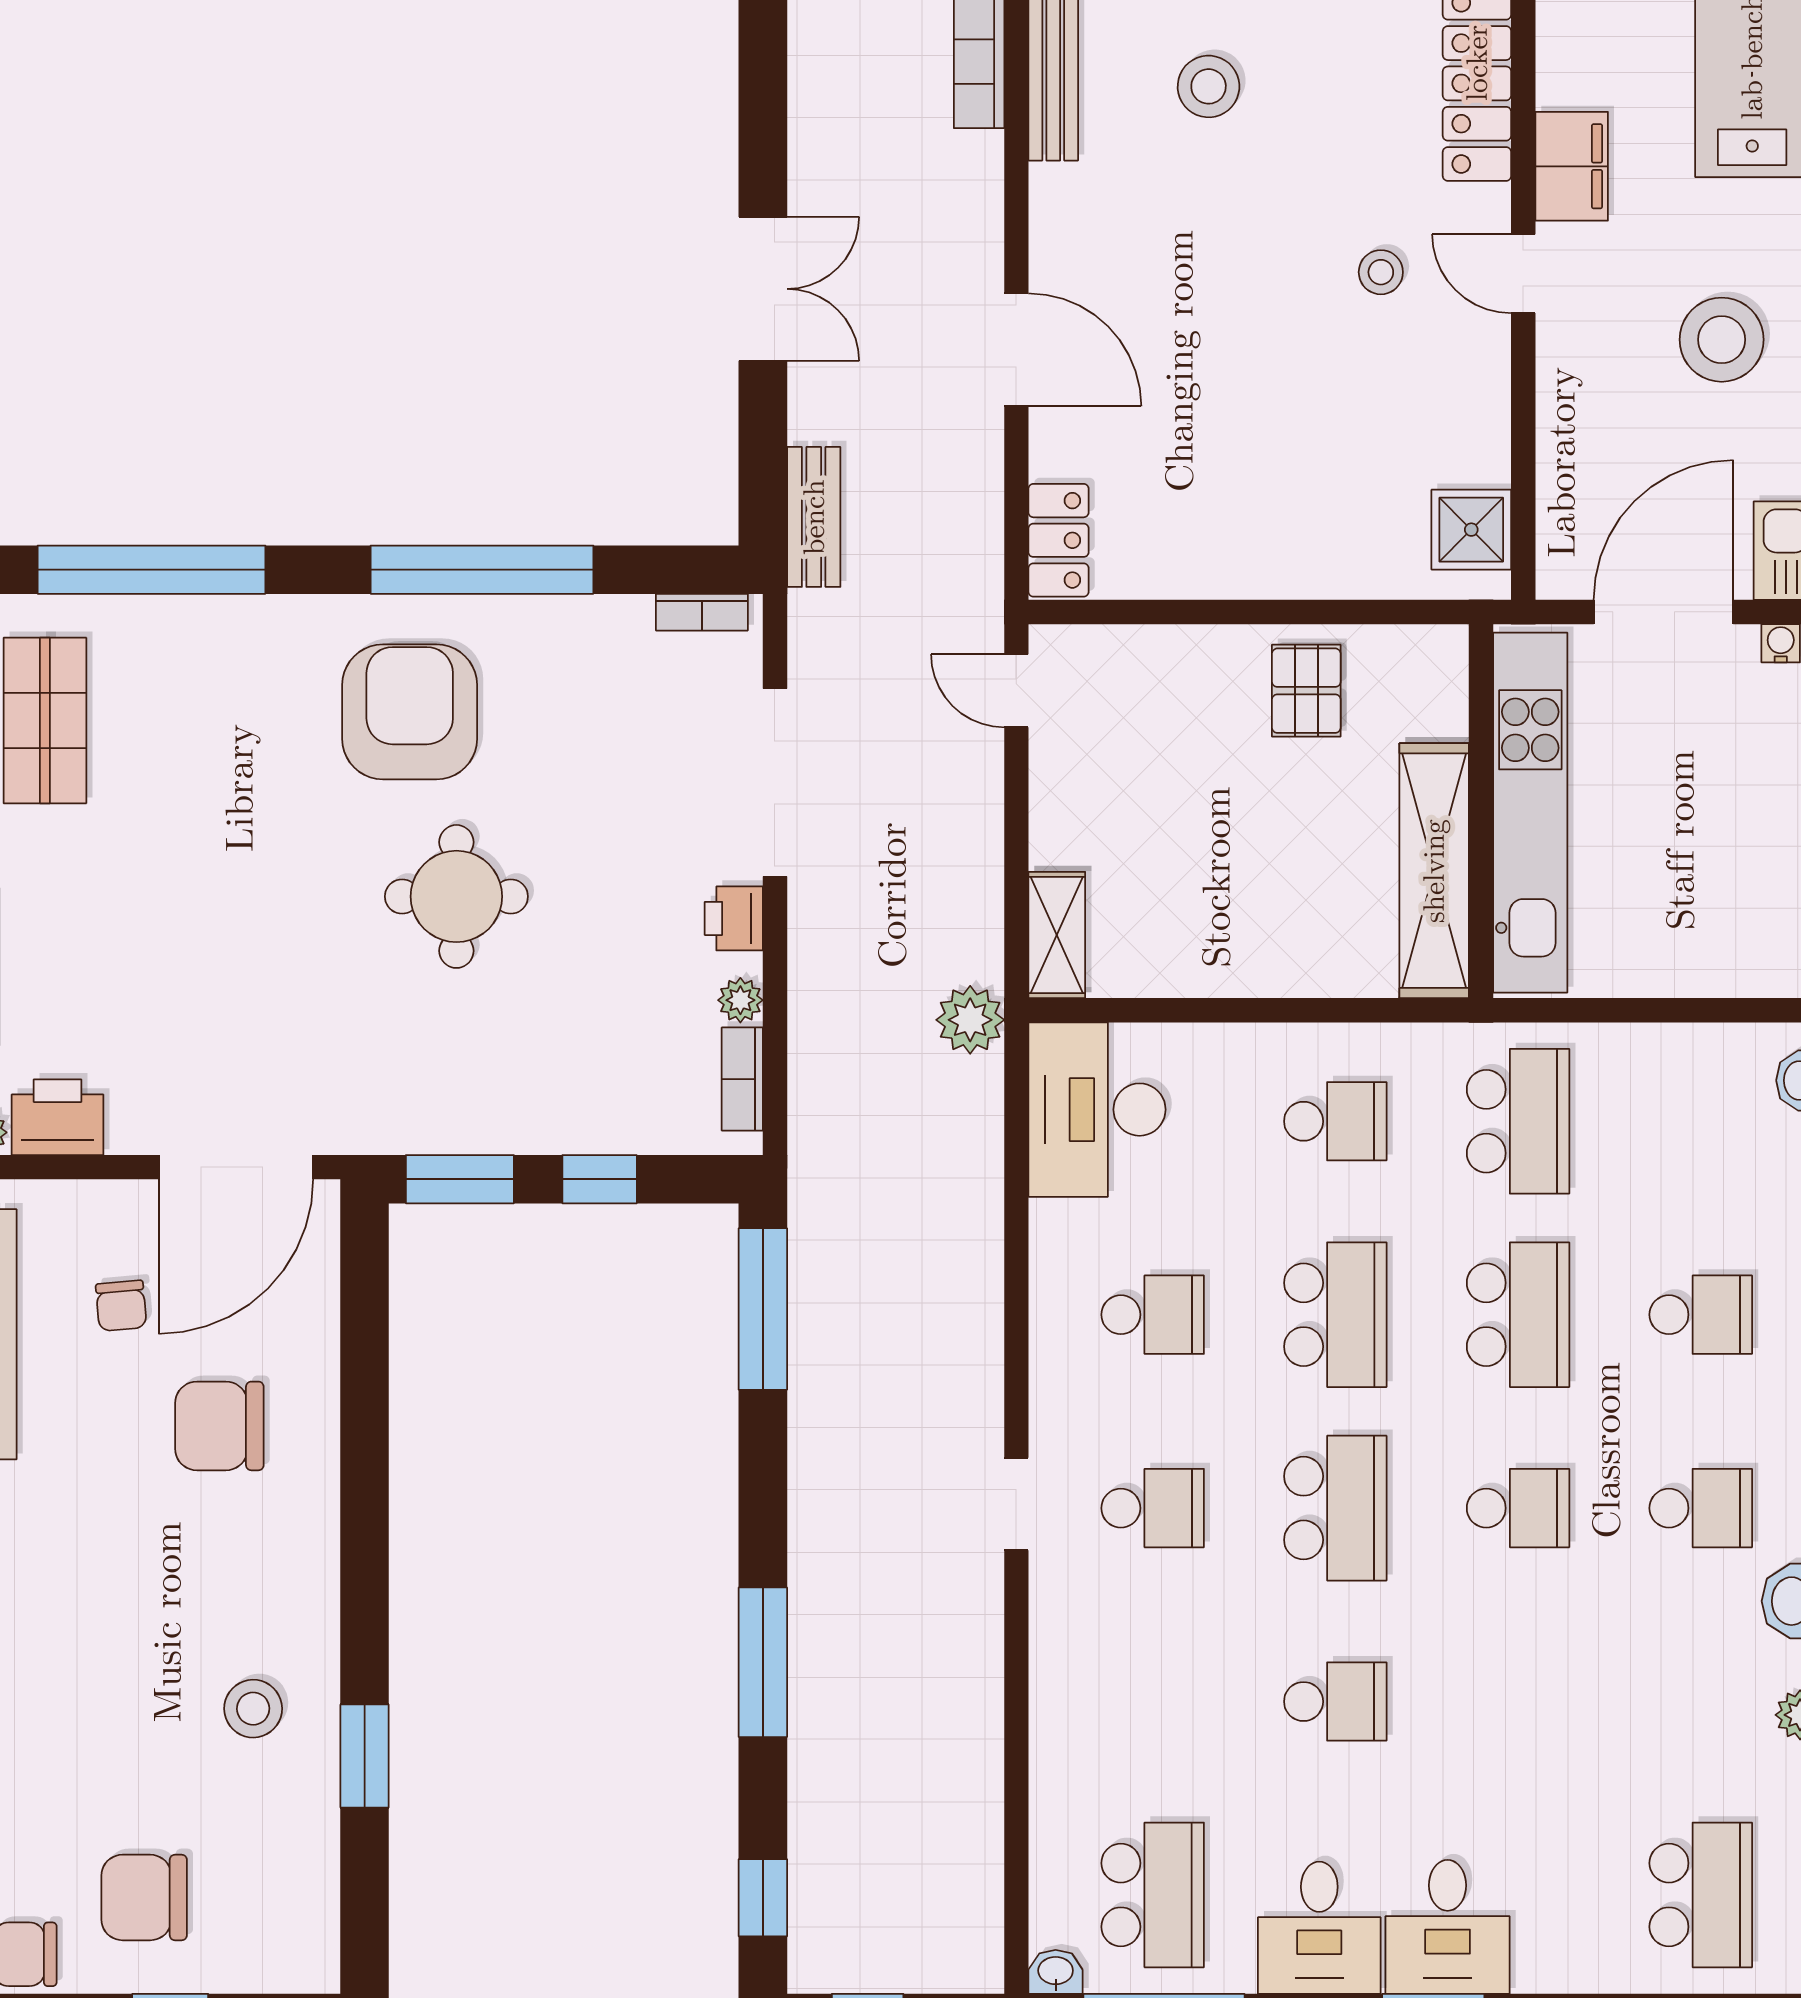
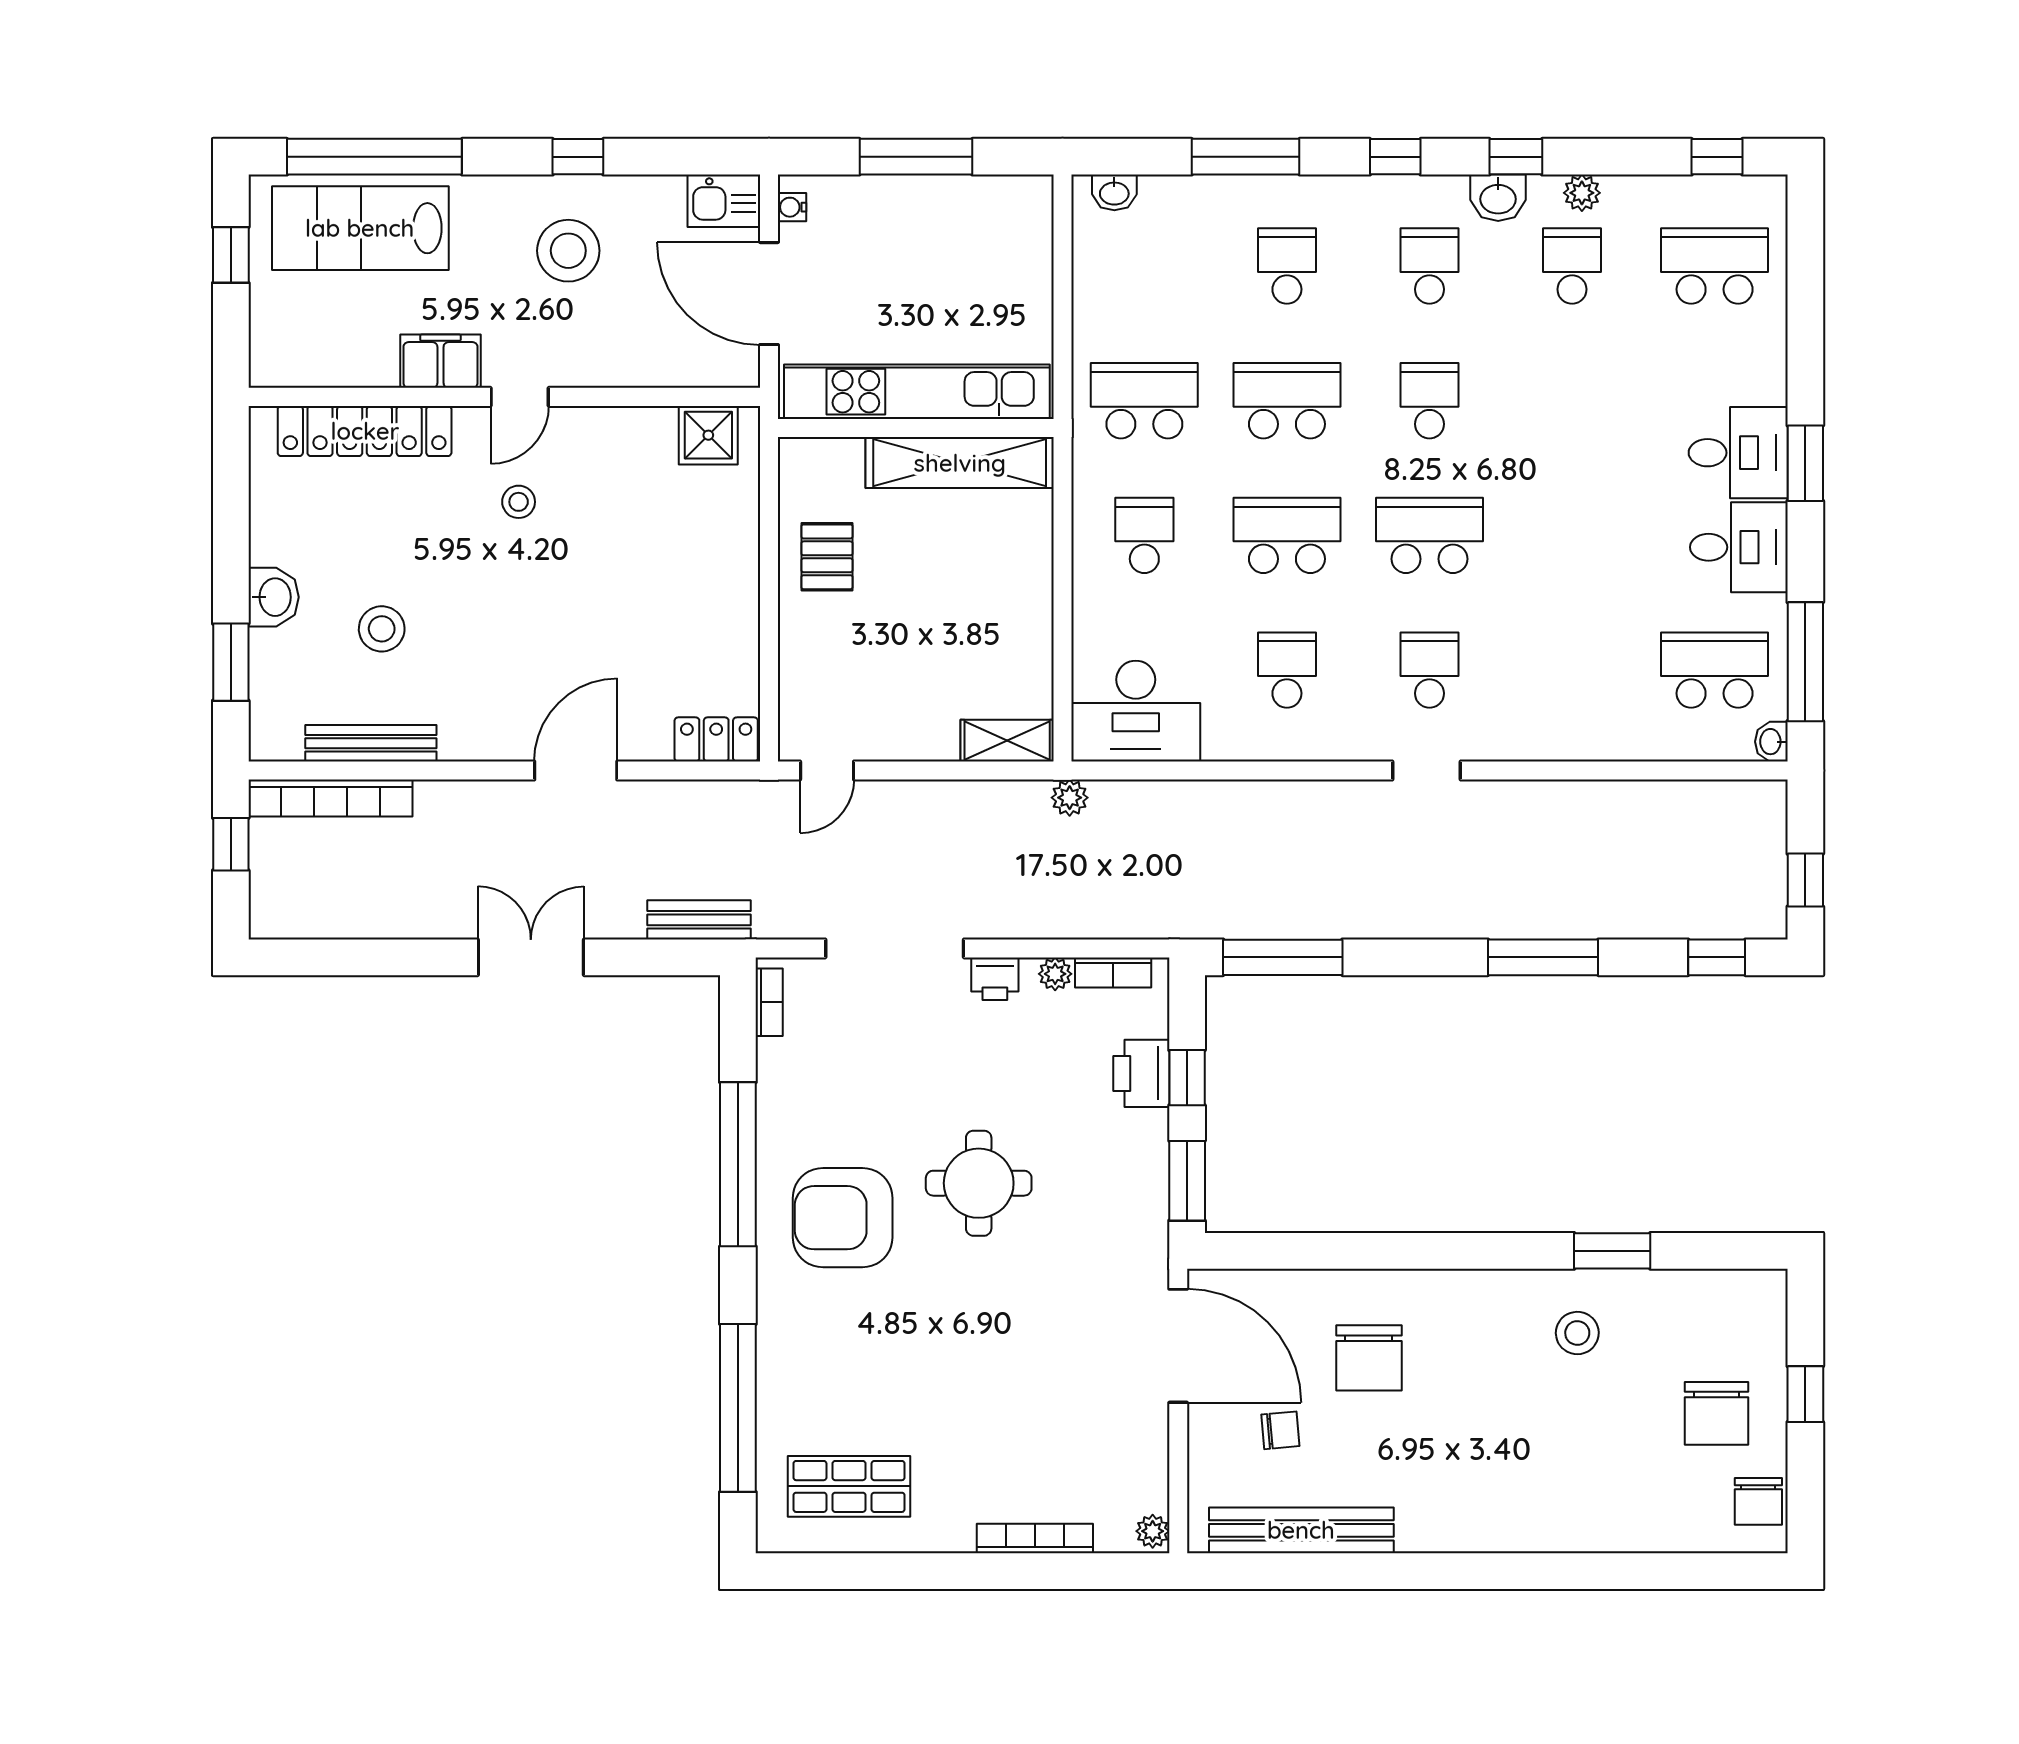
pallet: (1306, 691) -> (827, 557), turned 90
plant: (970, 1020) -> (1070, 798), width x0.73, depth x0.73
printer: (57, 1117) -> (1141, 1073), moved
school desk: (1335, 1702) -> (1572, 266), moved

